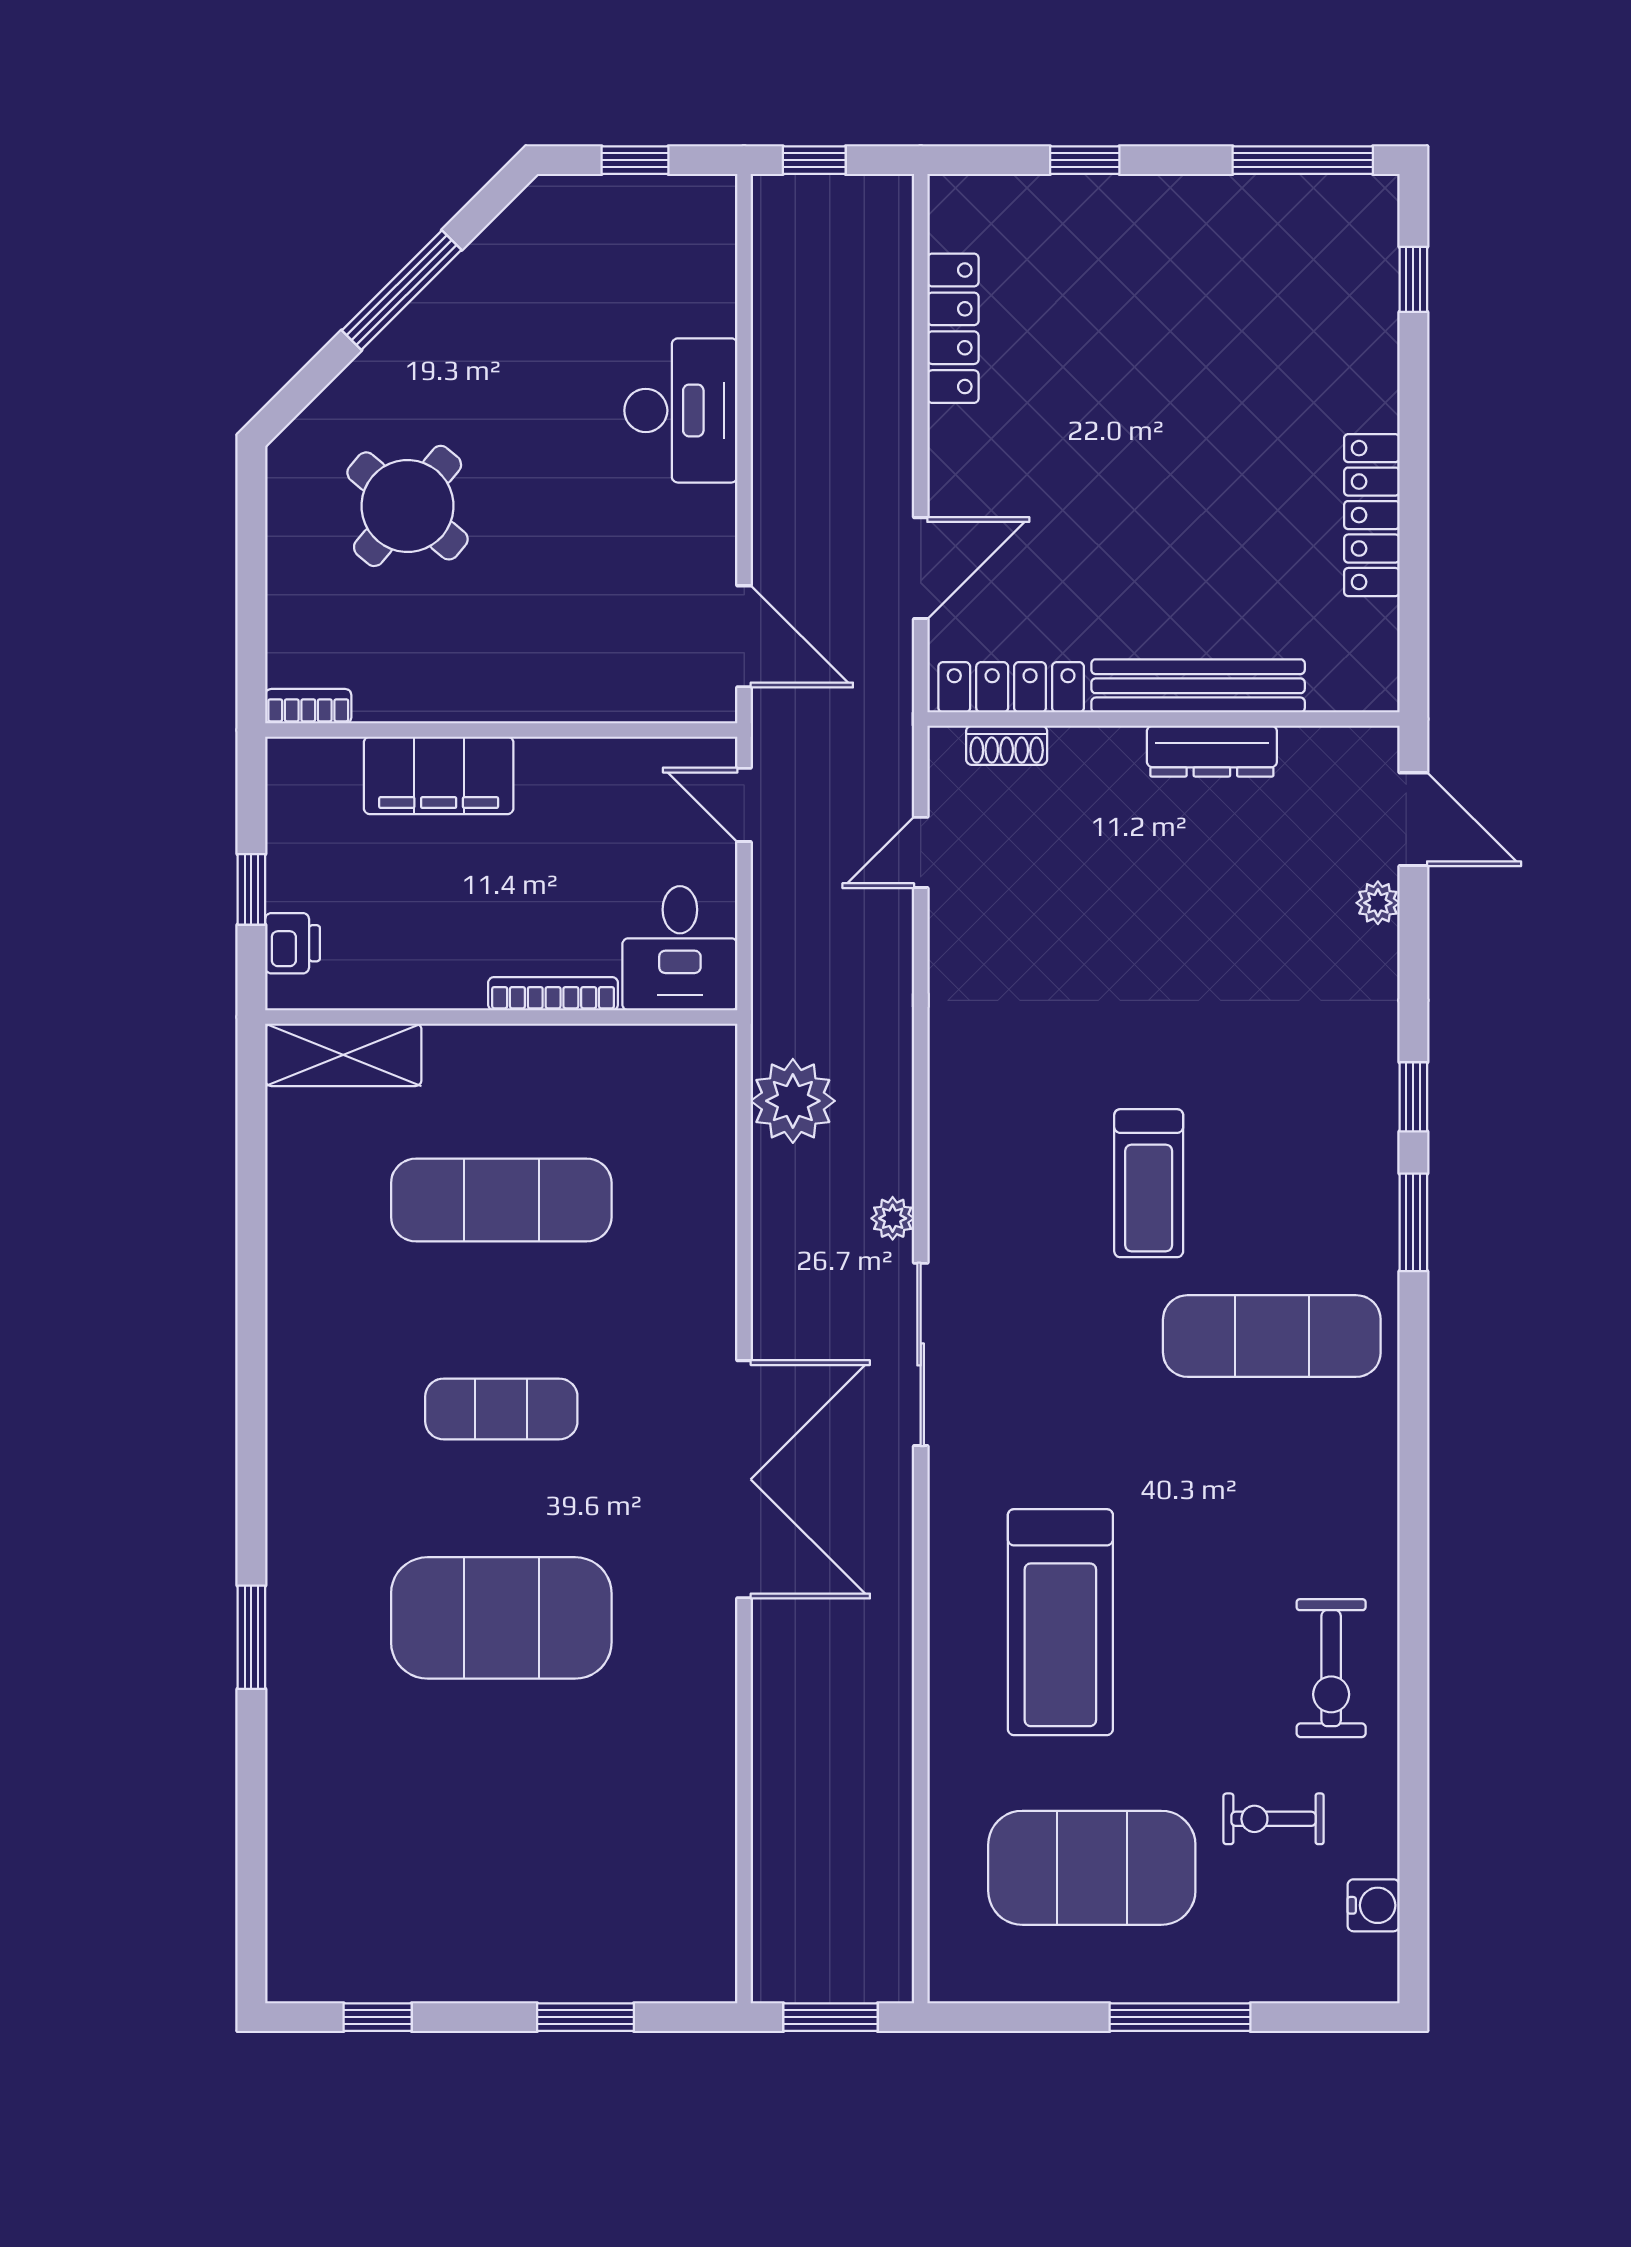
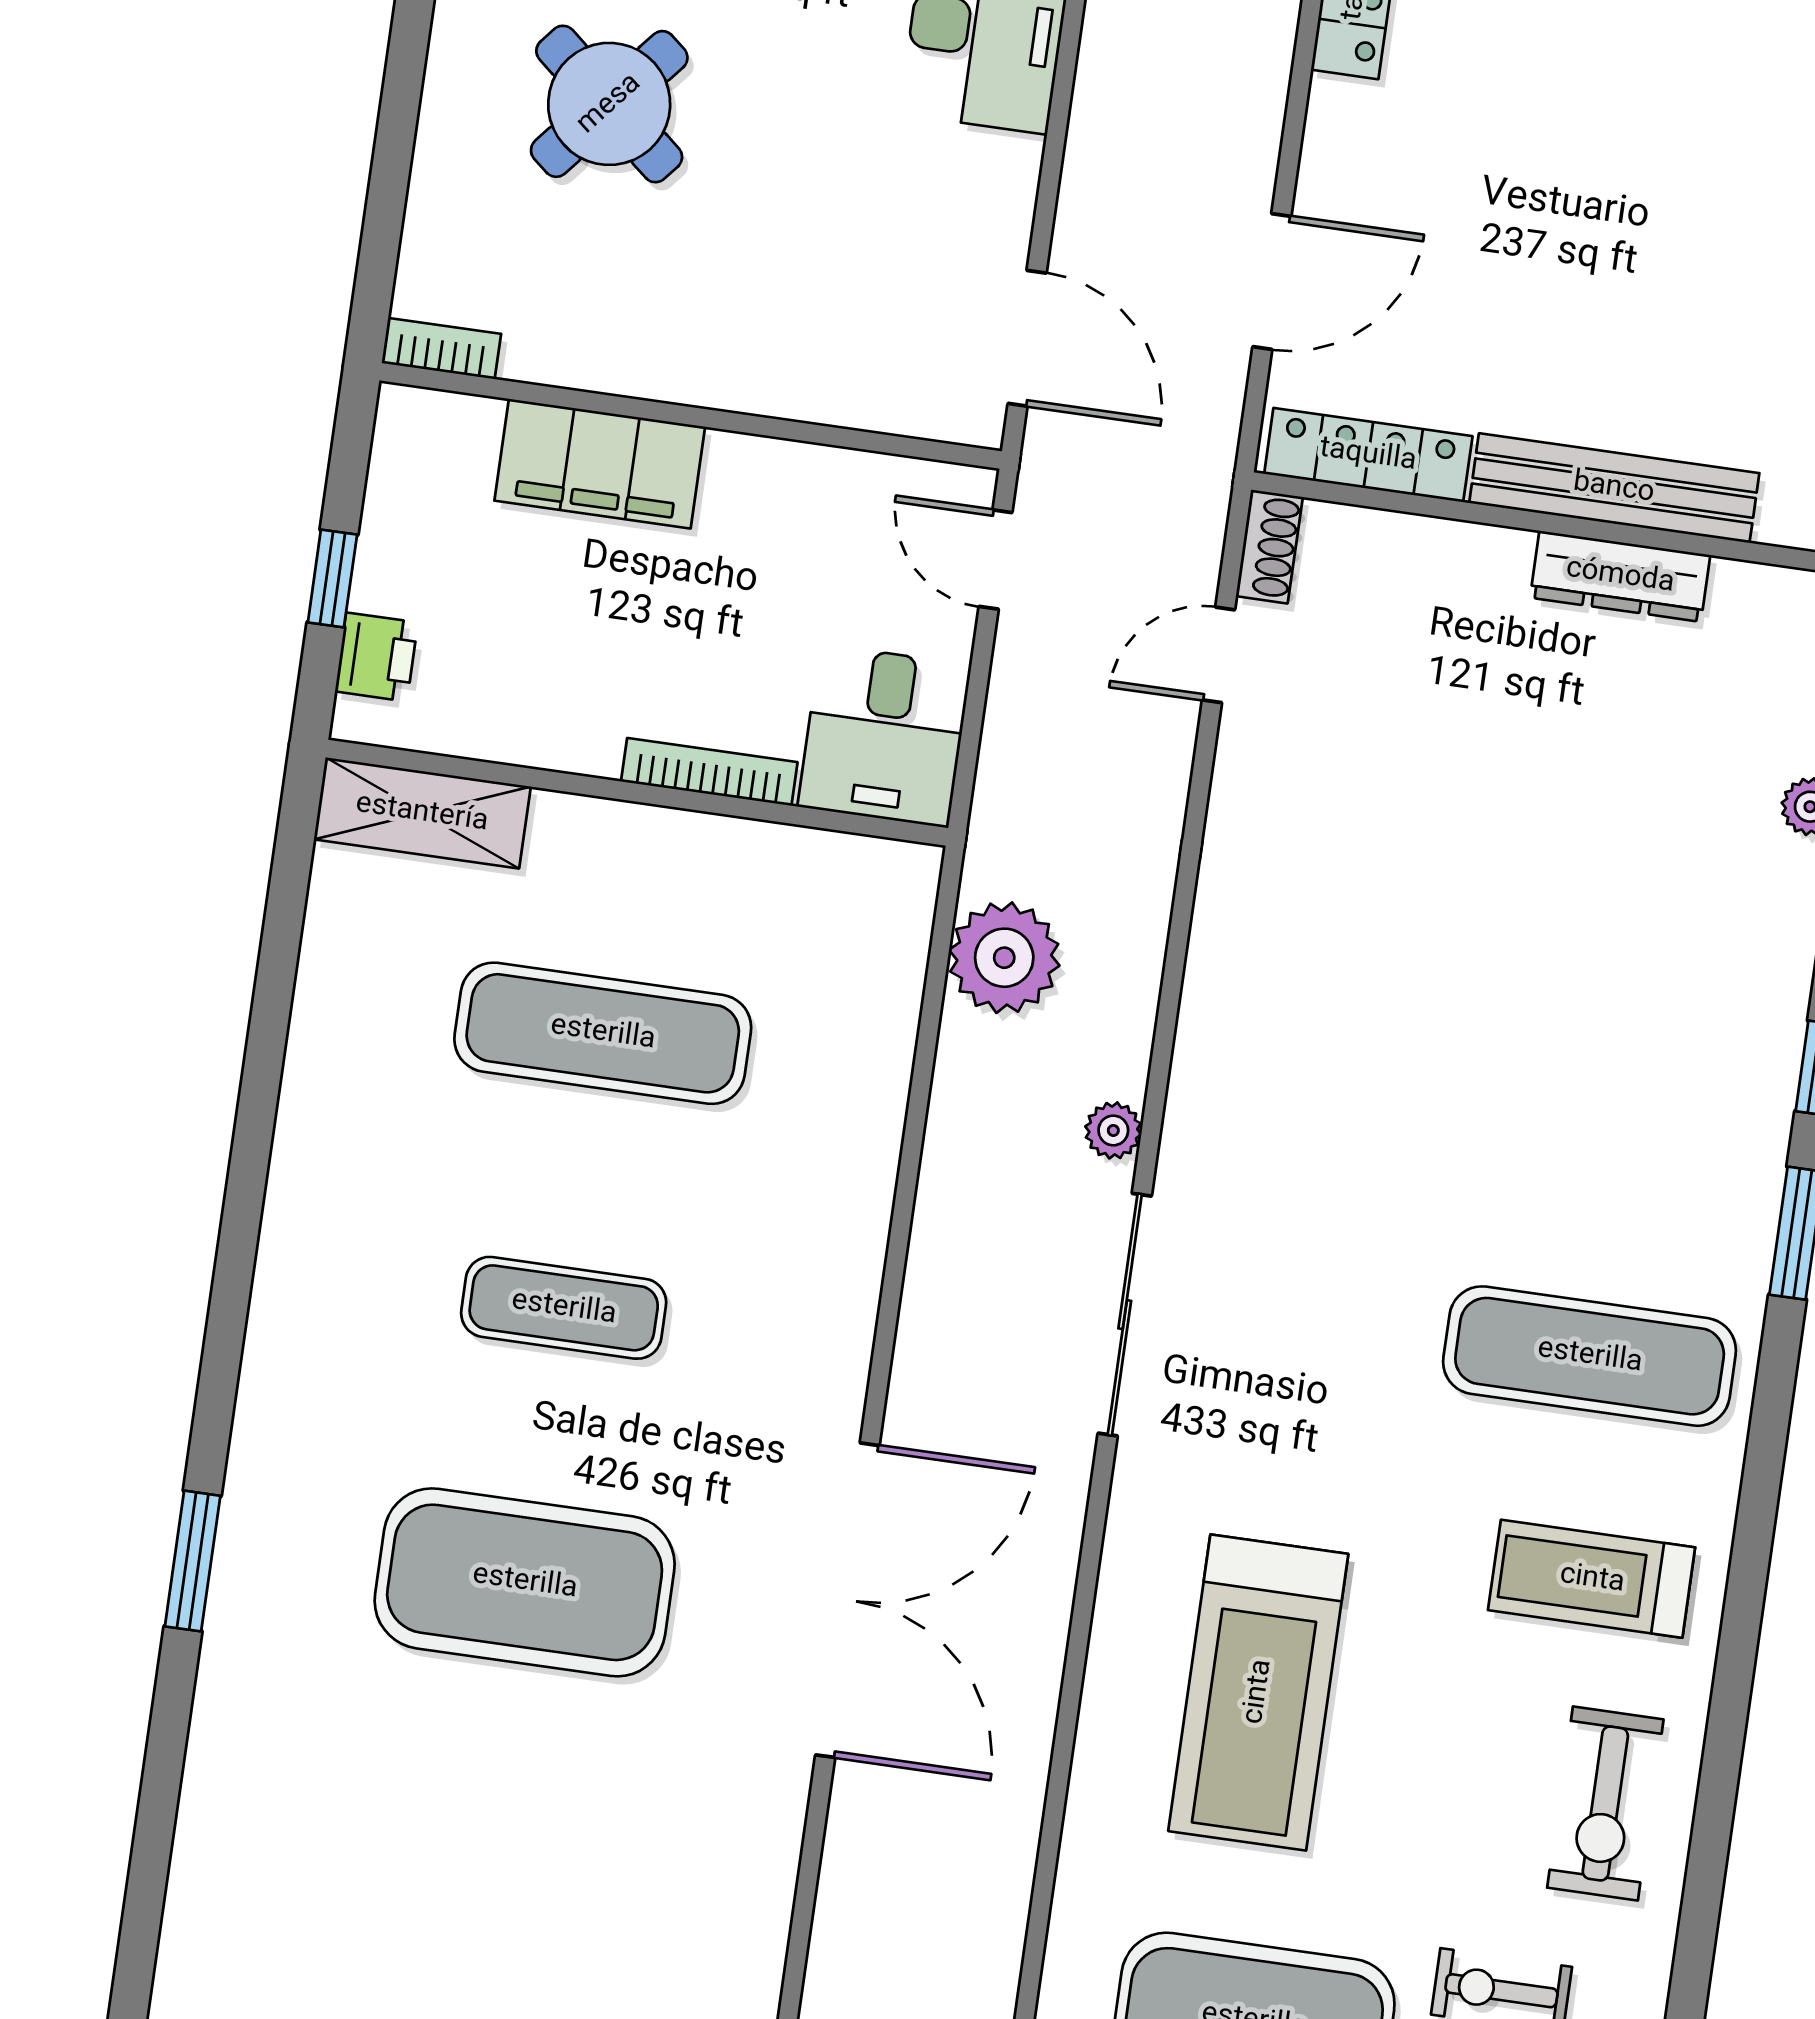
shoe rack: (1007, 745) -> (1269, 547), moved, turned -90
treadmill: (1149, 1183) -> (1592, 1579), moved, turned 90
double door: (744, 1479) -> (847, 1600), moved

